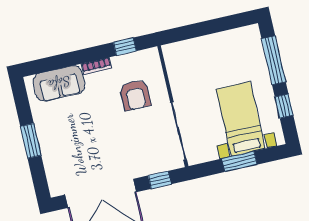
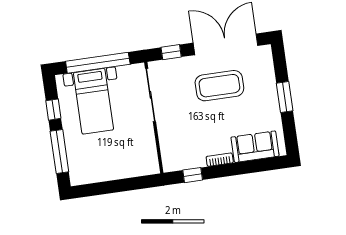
armchair: (135, 95) -> (187, 131), removed
coffee table: (104, 147) -> (219, 86), added
window: (239, 162) -> (98, 63), width x2.11

